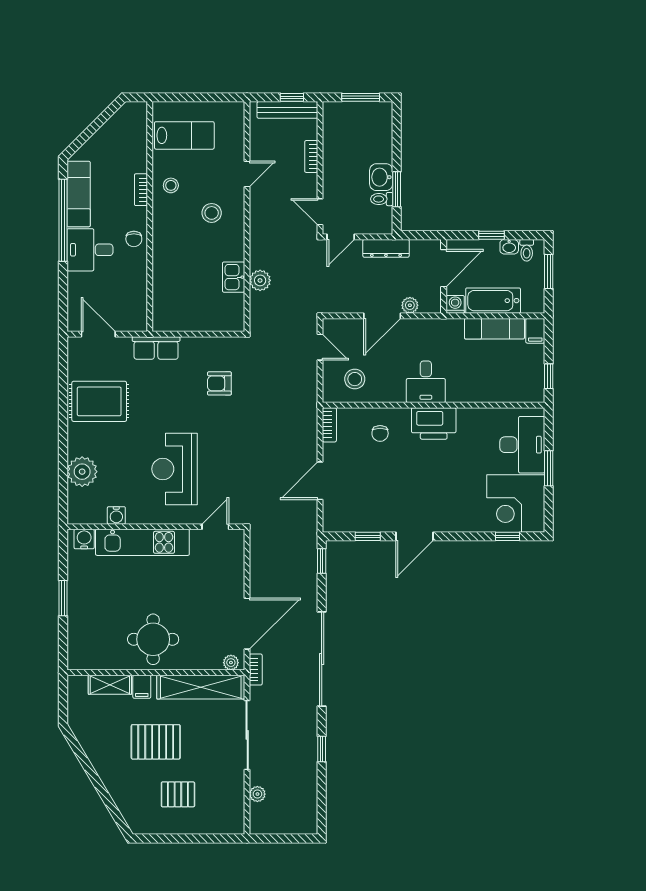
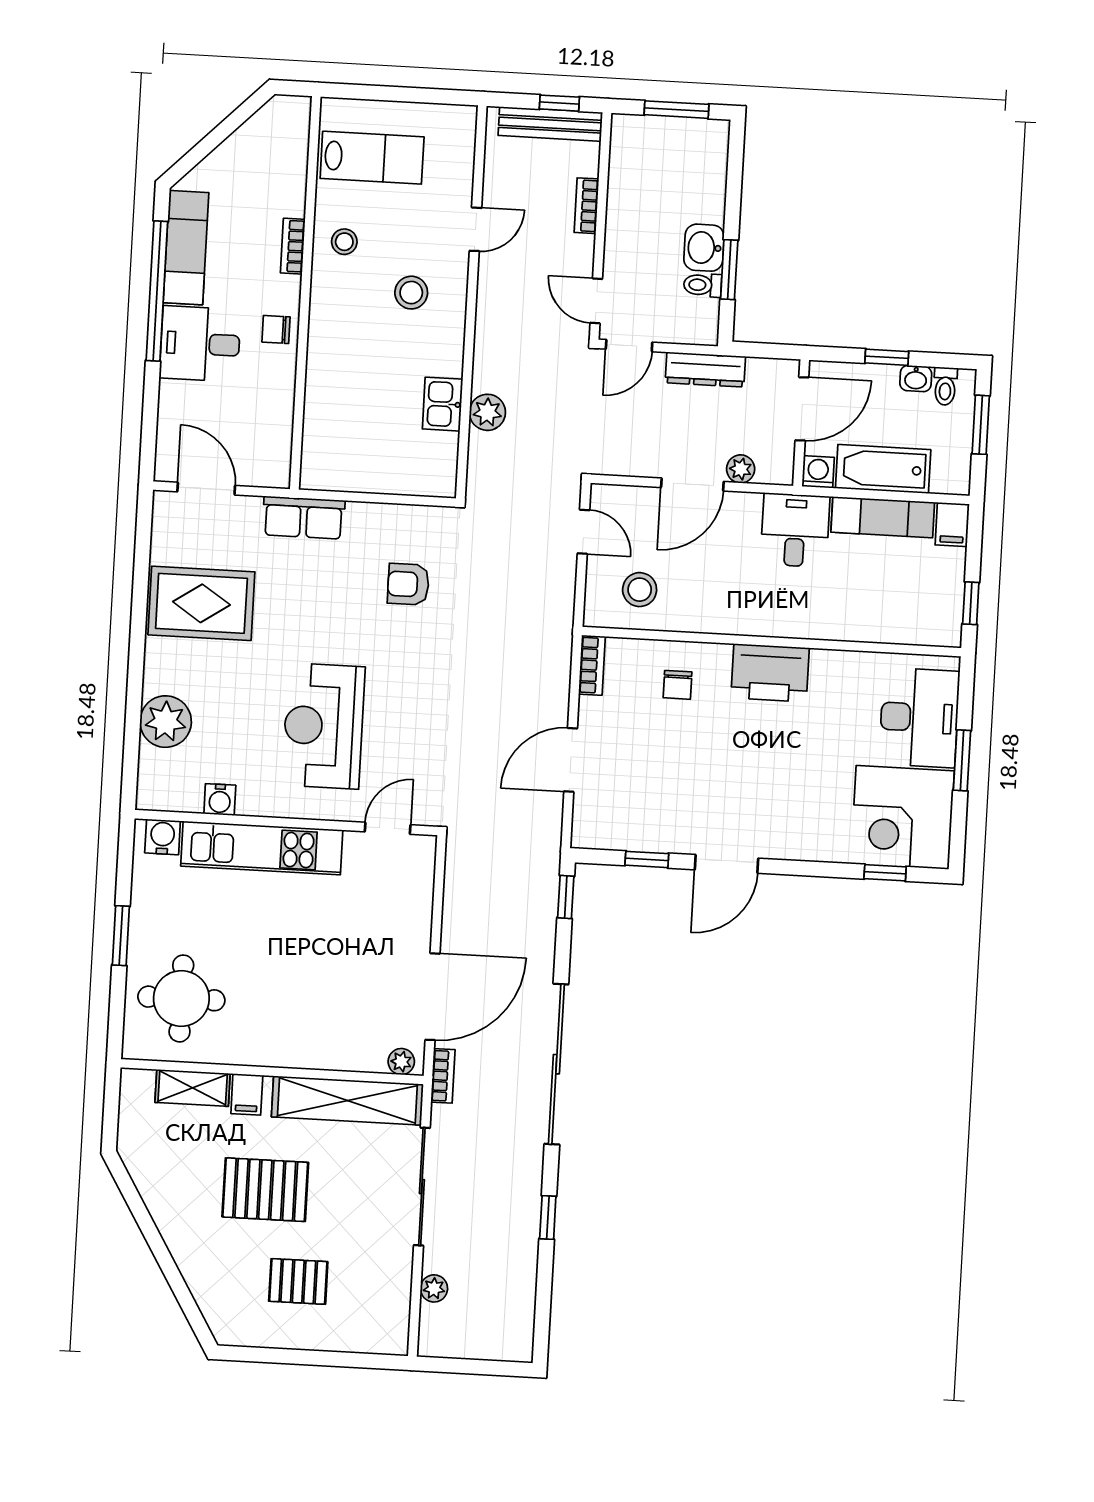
chair: (134, 239) -> (276, 329), turned 90
desk: (426, 382) -> (795, 530), moved, turned 180
round table: (153, 639) -> (181, 998), moved

